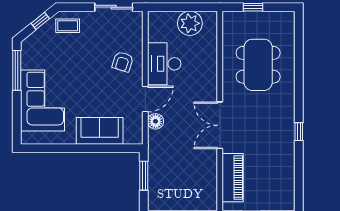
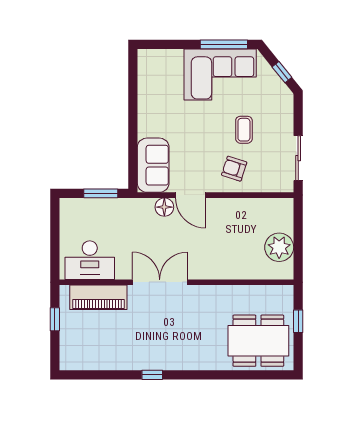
coffee table: (68, 26) -> (244, 130), moved
desk: (164, 64) -> (90, 260), moved, turned 180
dining table: (258, 65) -> (258, 341), moved
corner sofa: (42, 101) -> (220, 75), moved
sofa: (100, 131) -> (153, 165), moved

